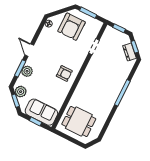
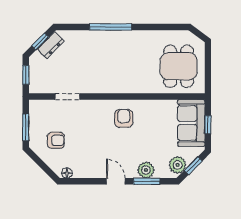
armchair: (71, 27) -> (56, 140), width x0.53, depth x0.53
door: (29, 50) -> (116, 181), swing flipped

